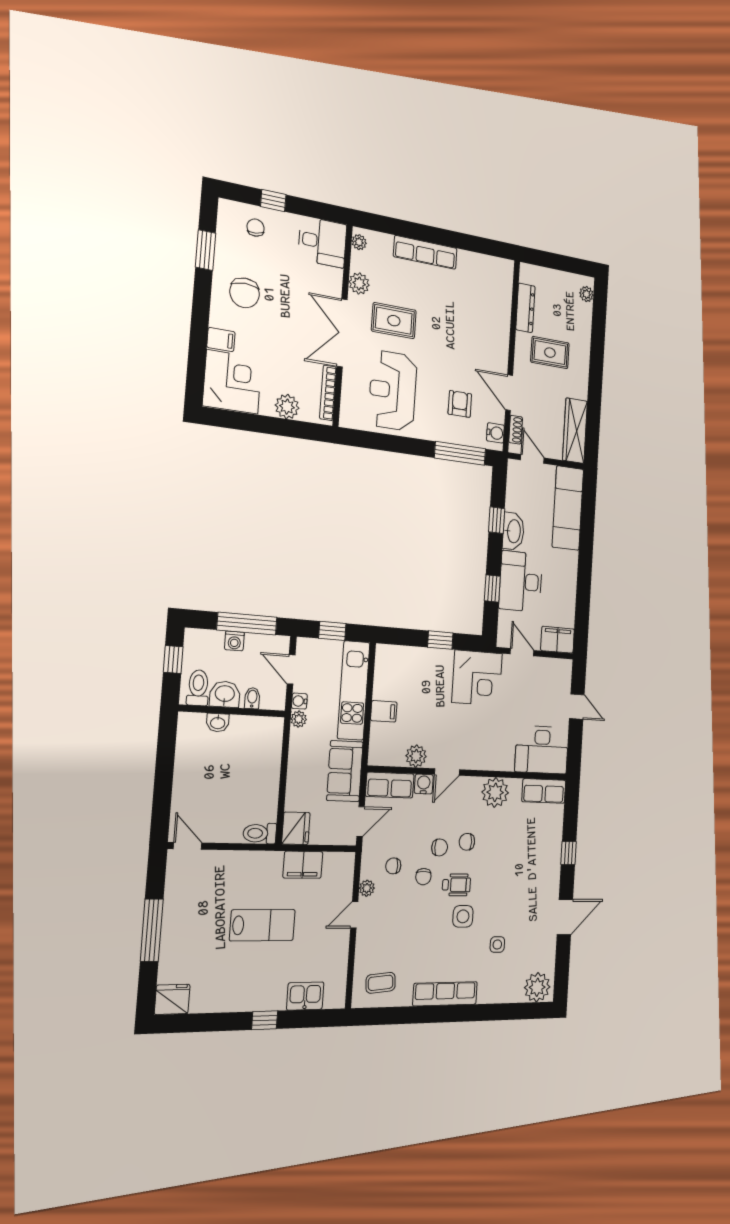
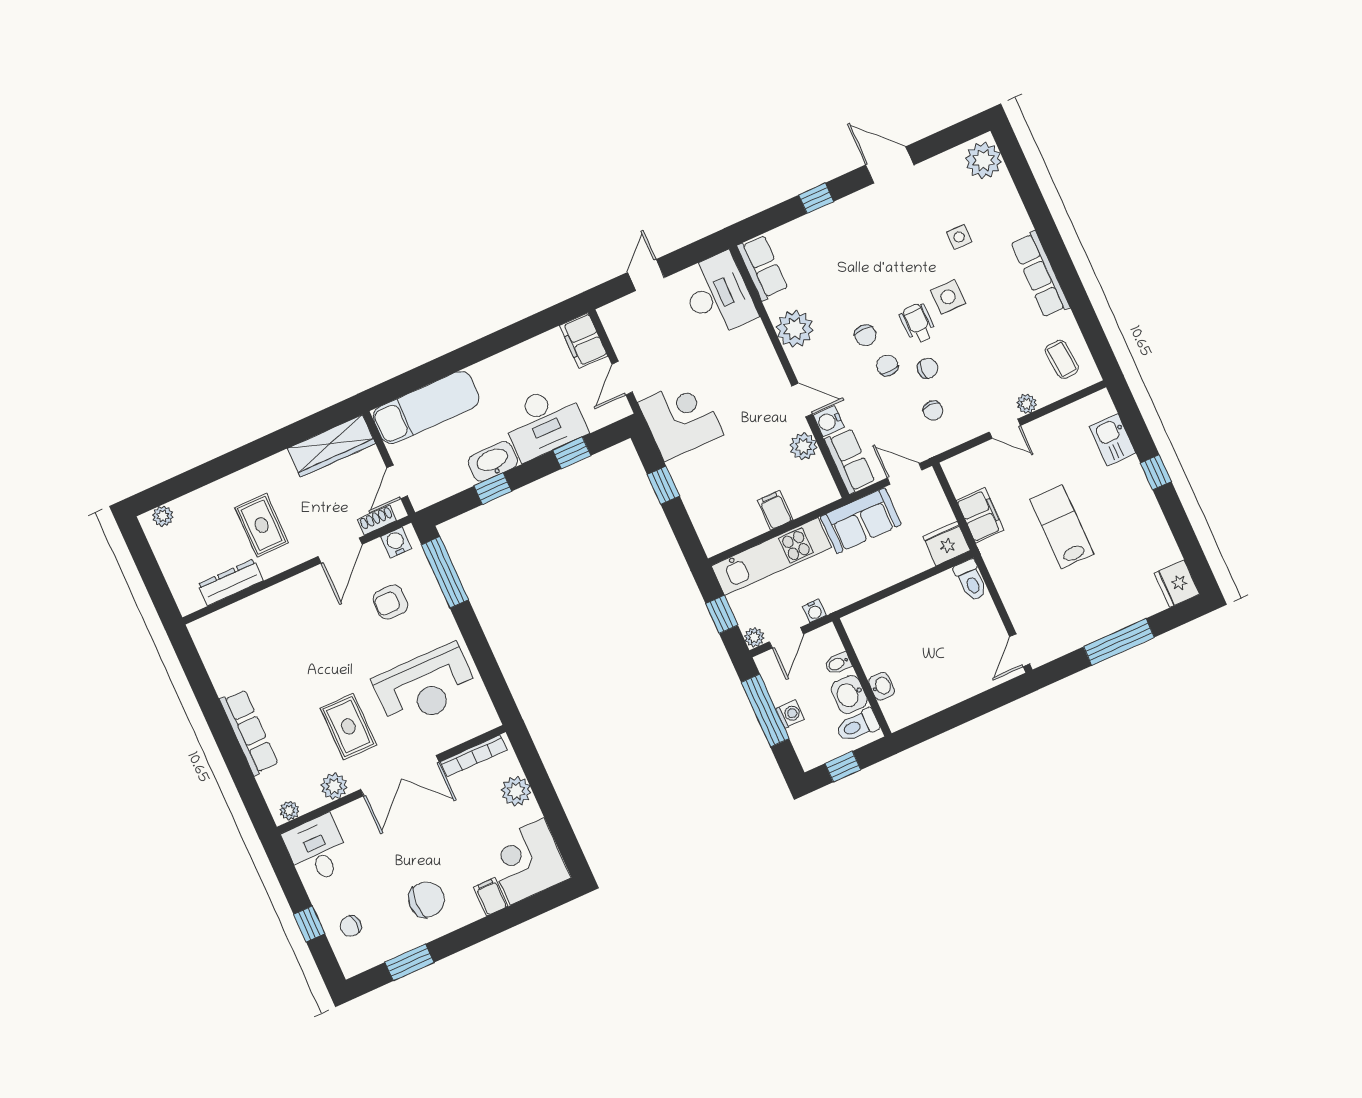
plant: (299, 719) -> (754, 637), moved
plant: (367, 888) -> (1027, 404), moved

